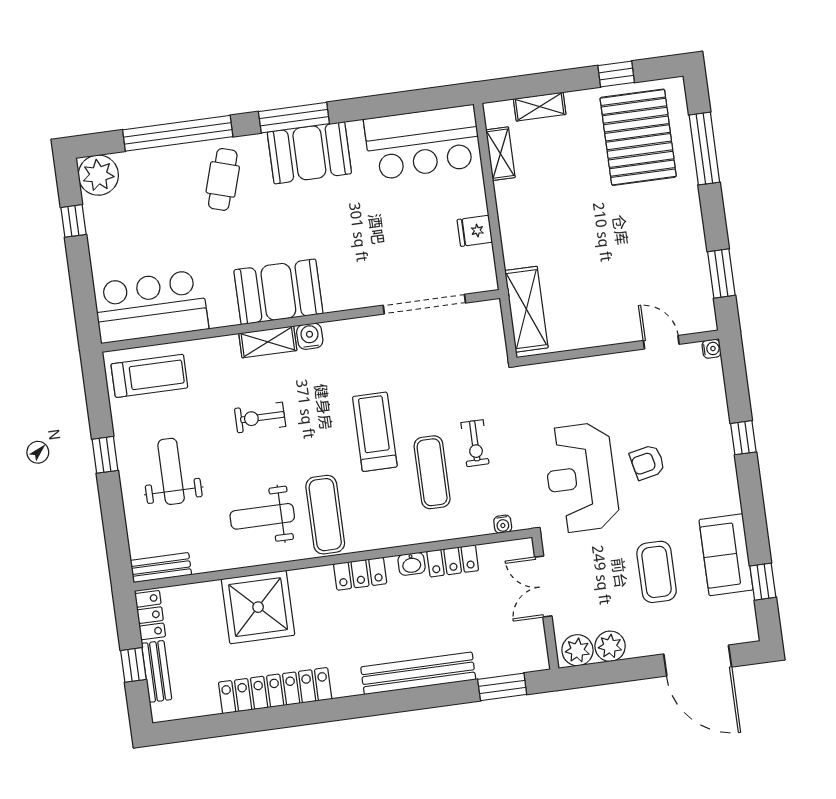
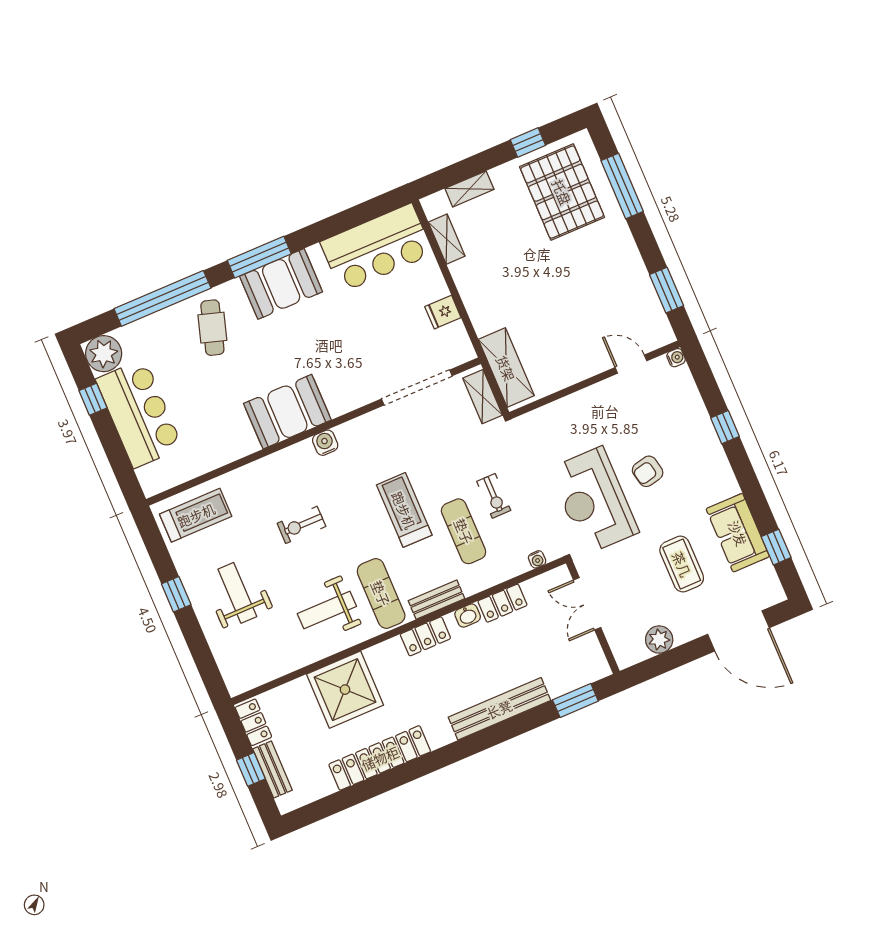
bar counter: (151, 306) -> (139, 413), moved, turned 90
shelving: (268, 342) -> (483, 397), moved, turned 90
bench: (161, 568) -> (436, 600), moved
plant: (577, 650) -> (632, 651), removed

